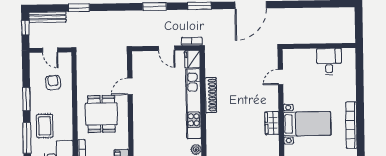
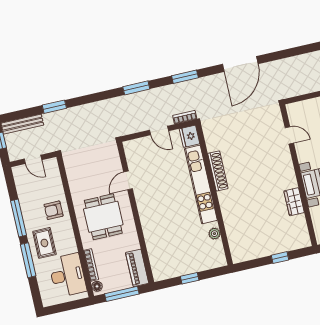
door: (281, 77) -> (289, 135), swing flipped
armchair: (53, 83) -> (54, 210), moved, turned -85
window: (26, 99) -> (18, 218), width x1.44
wardrobe: (272, 123) -> (294, 202), moved

